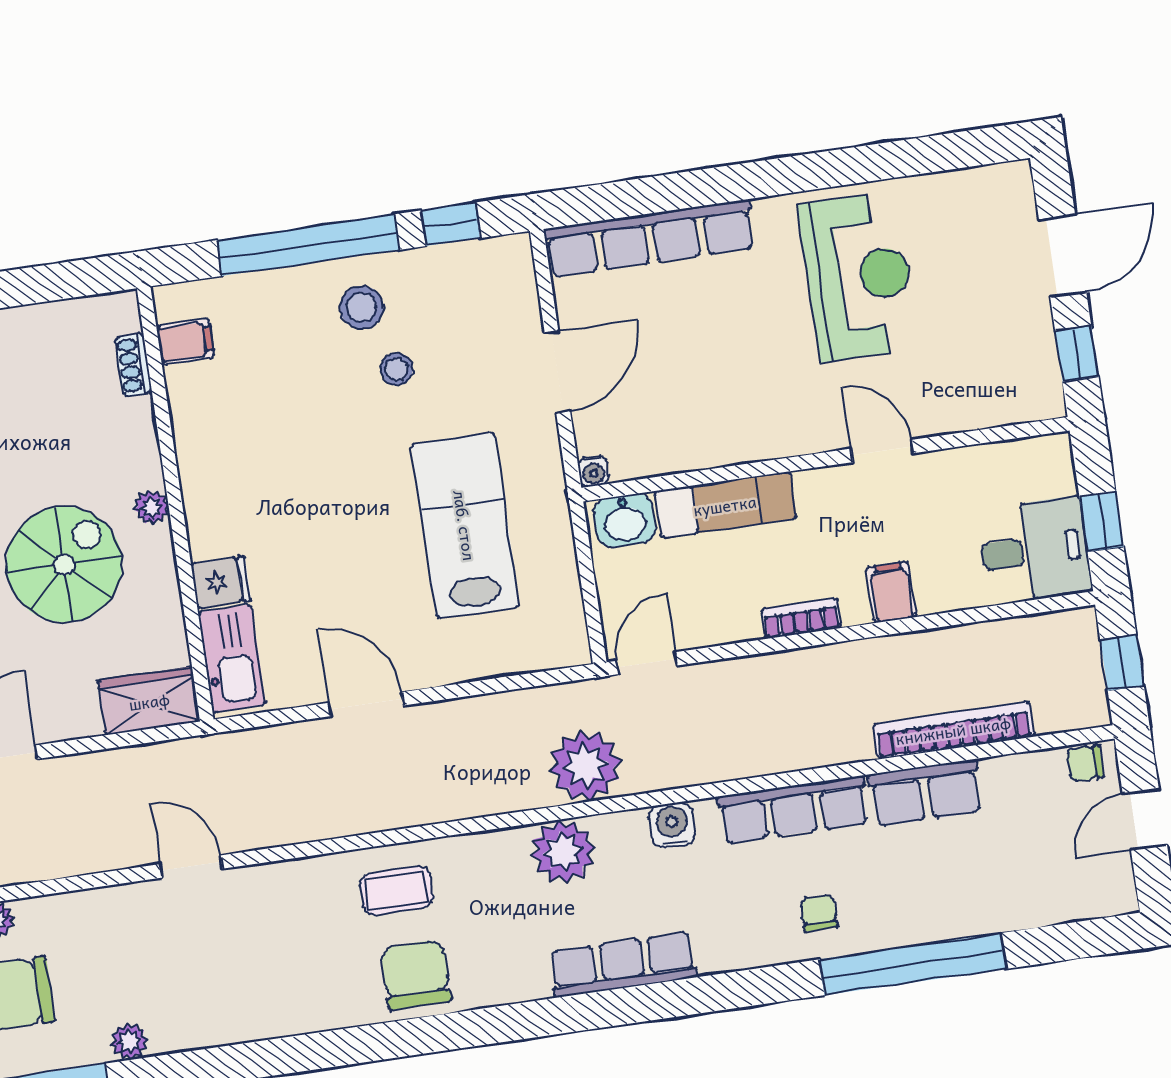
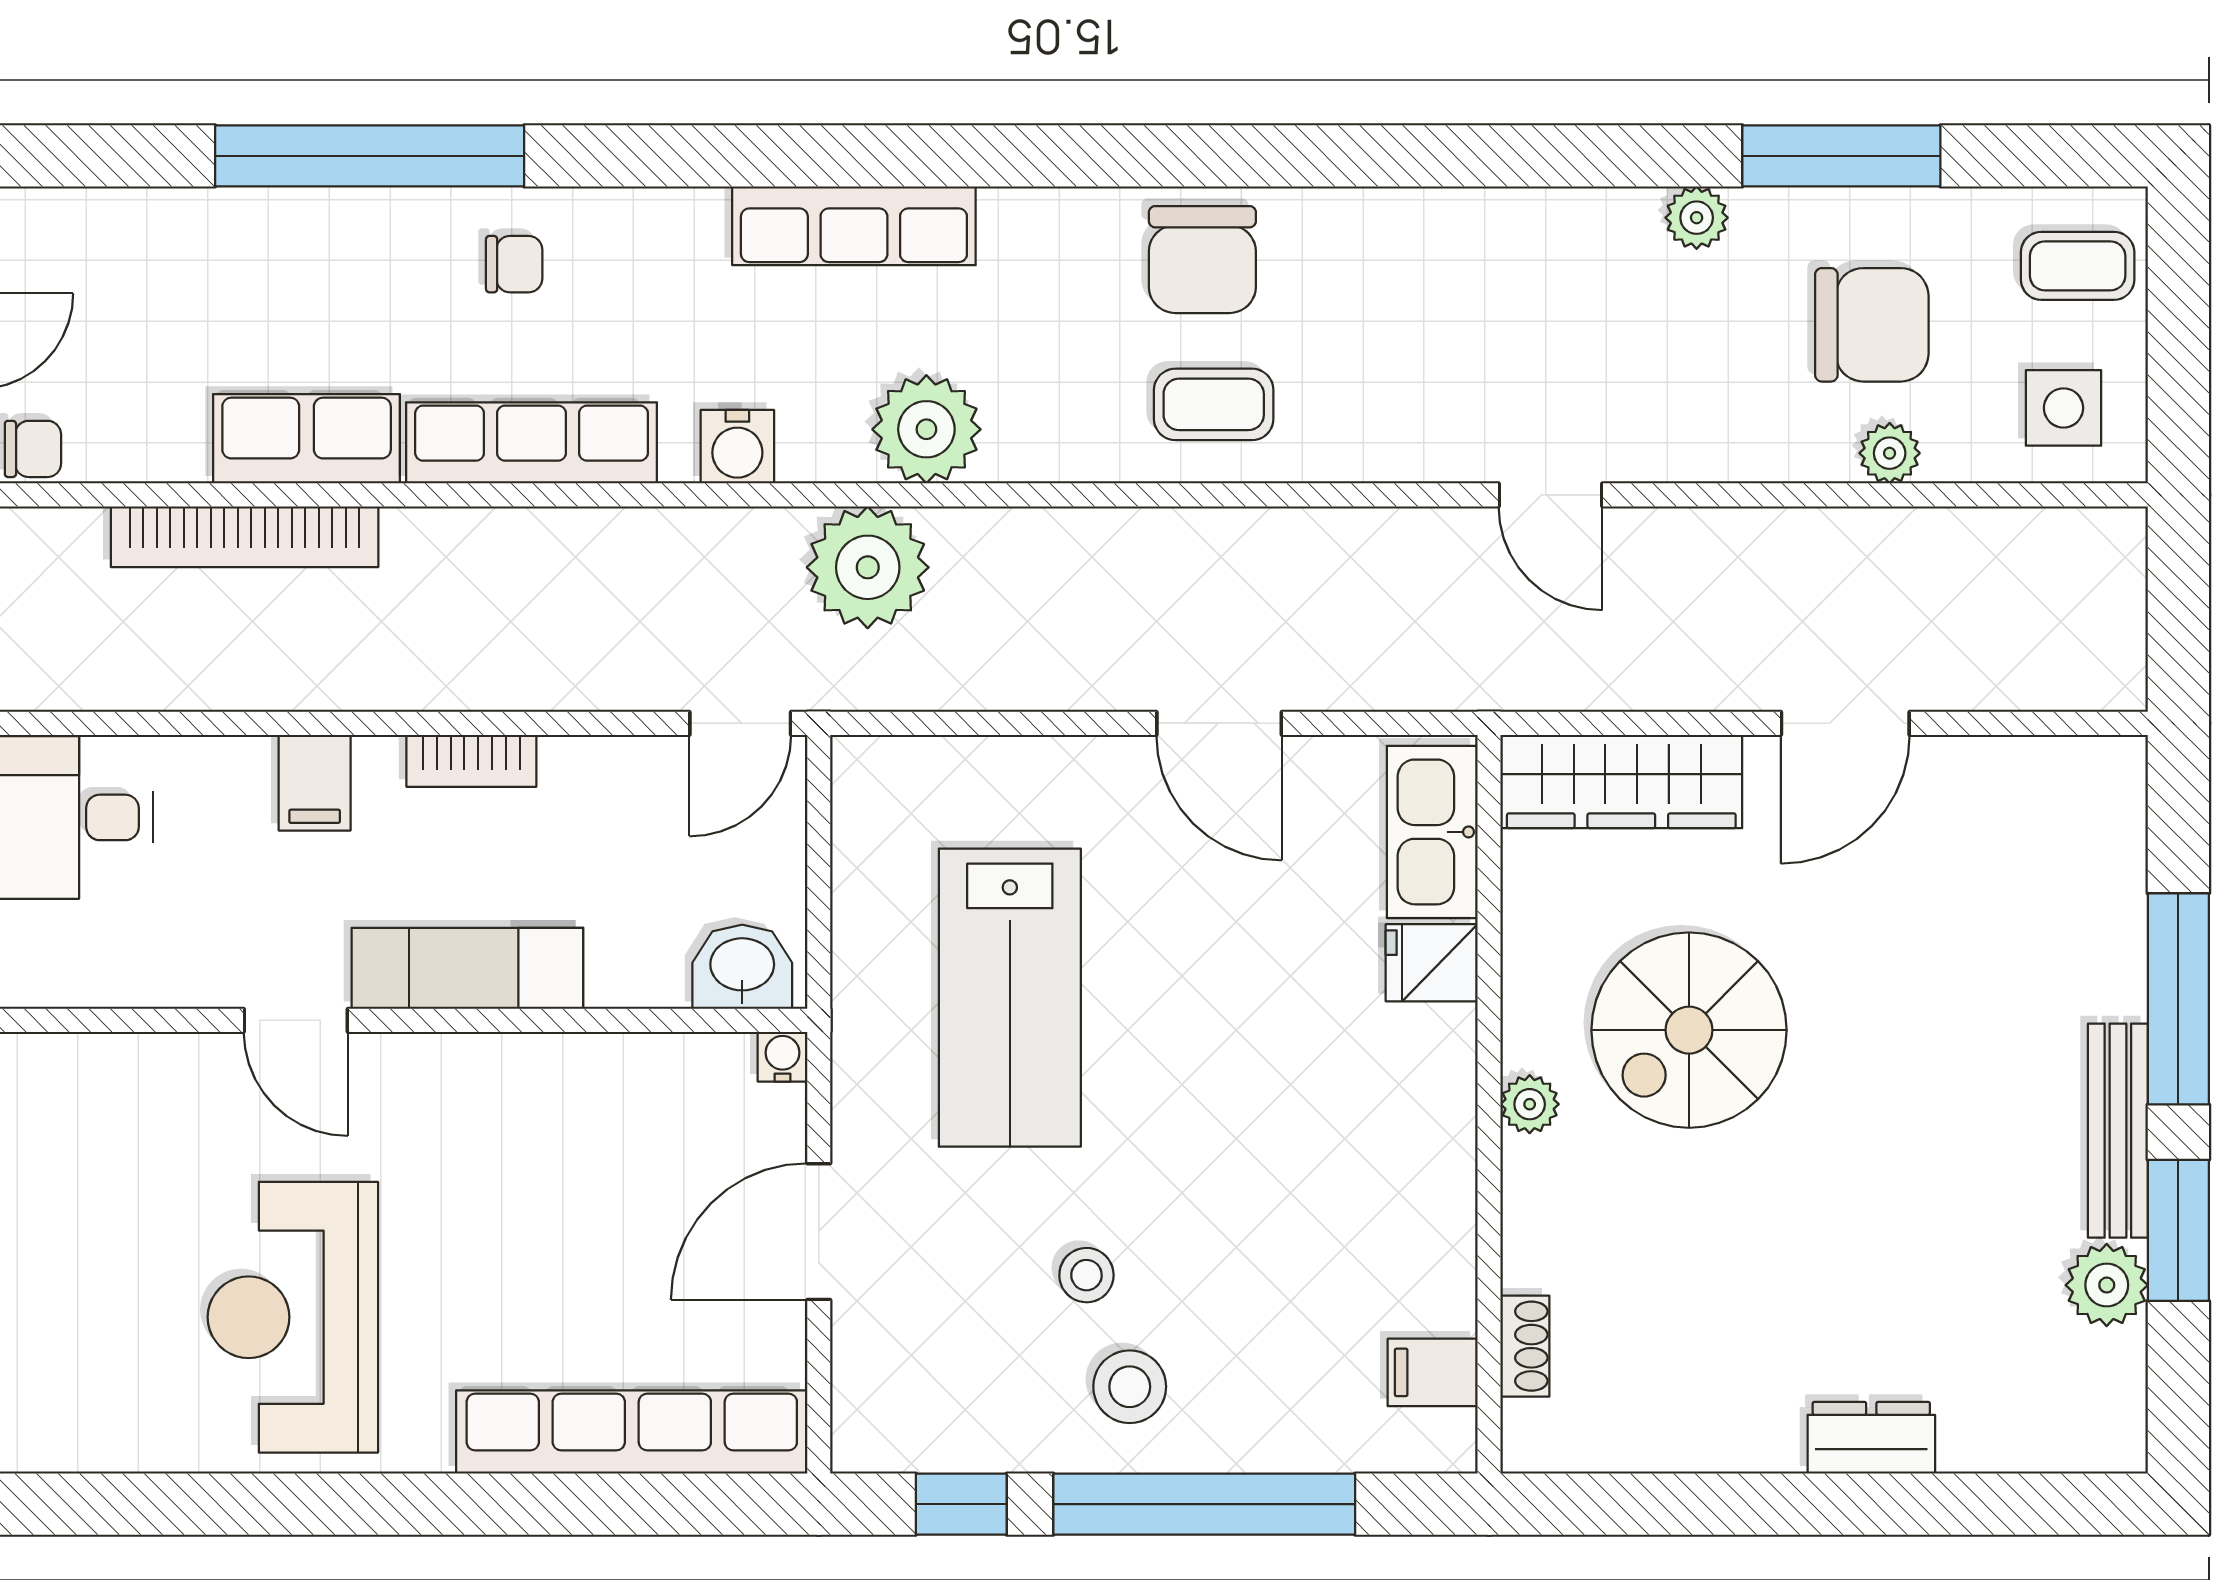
exam couch: (725, 505) -> (467, 968), moved
wardrobe: (149, 701) -> (1621, 782), width x1.50
chair: (819, 913) -> (514, 264), turned -90

